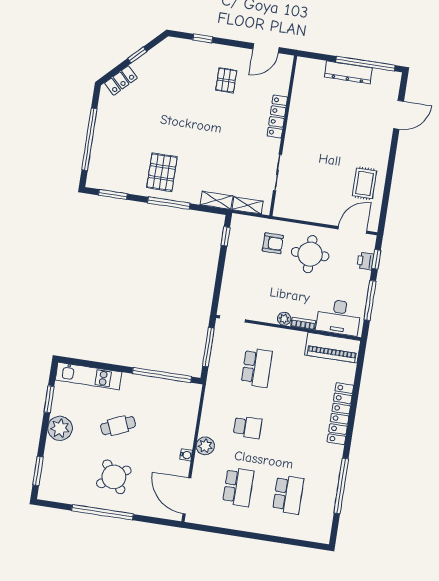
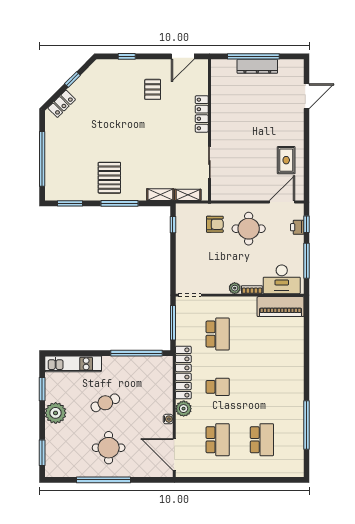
window: (365, 64) -> (253, 56), moved
locker: (340, 414) -> (183, 372), moved, turned 180
round table: (114, 477) -> (109, 448), turned 36

